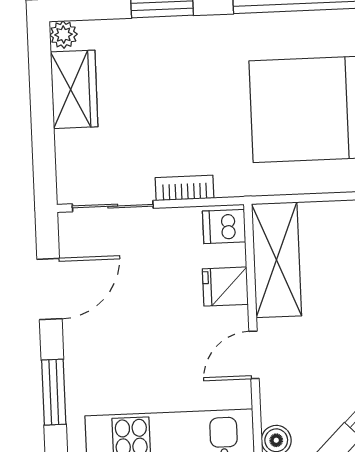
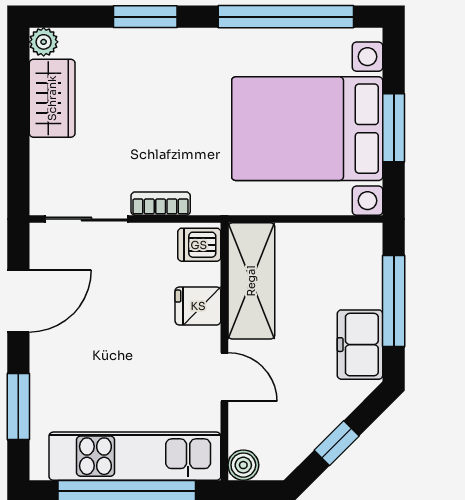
door: (254, 355) -> (224, 377), swing flipped

